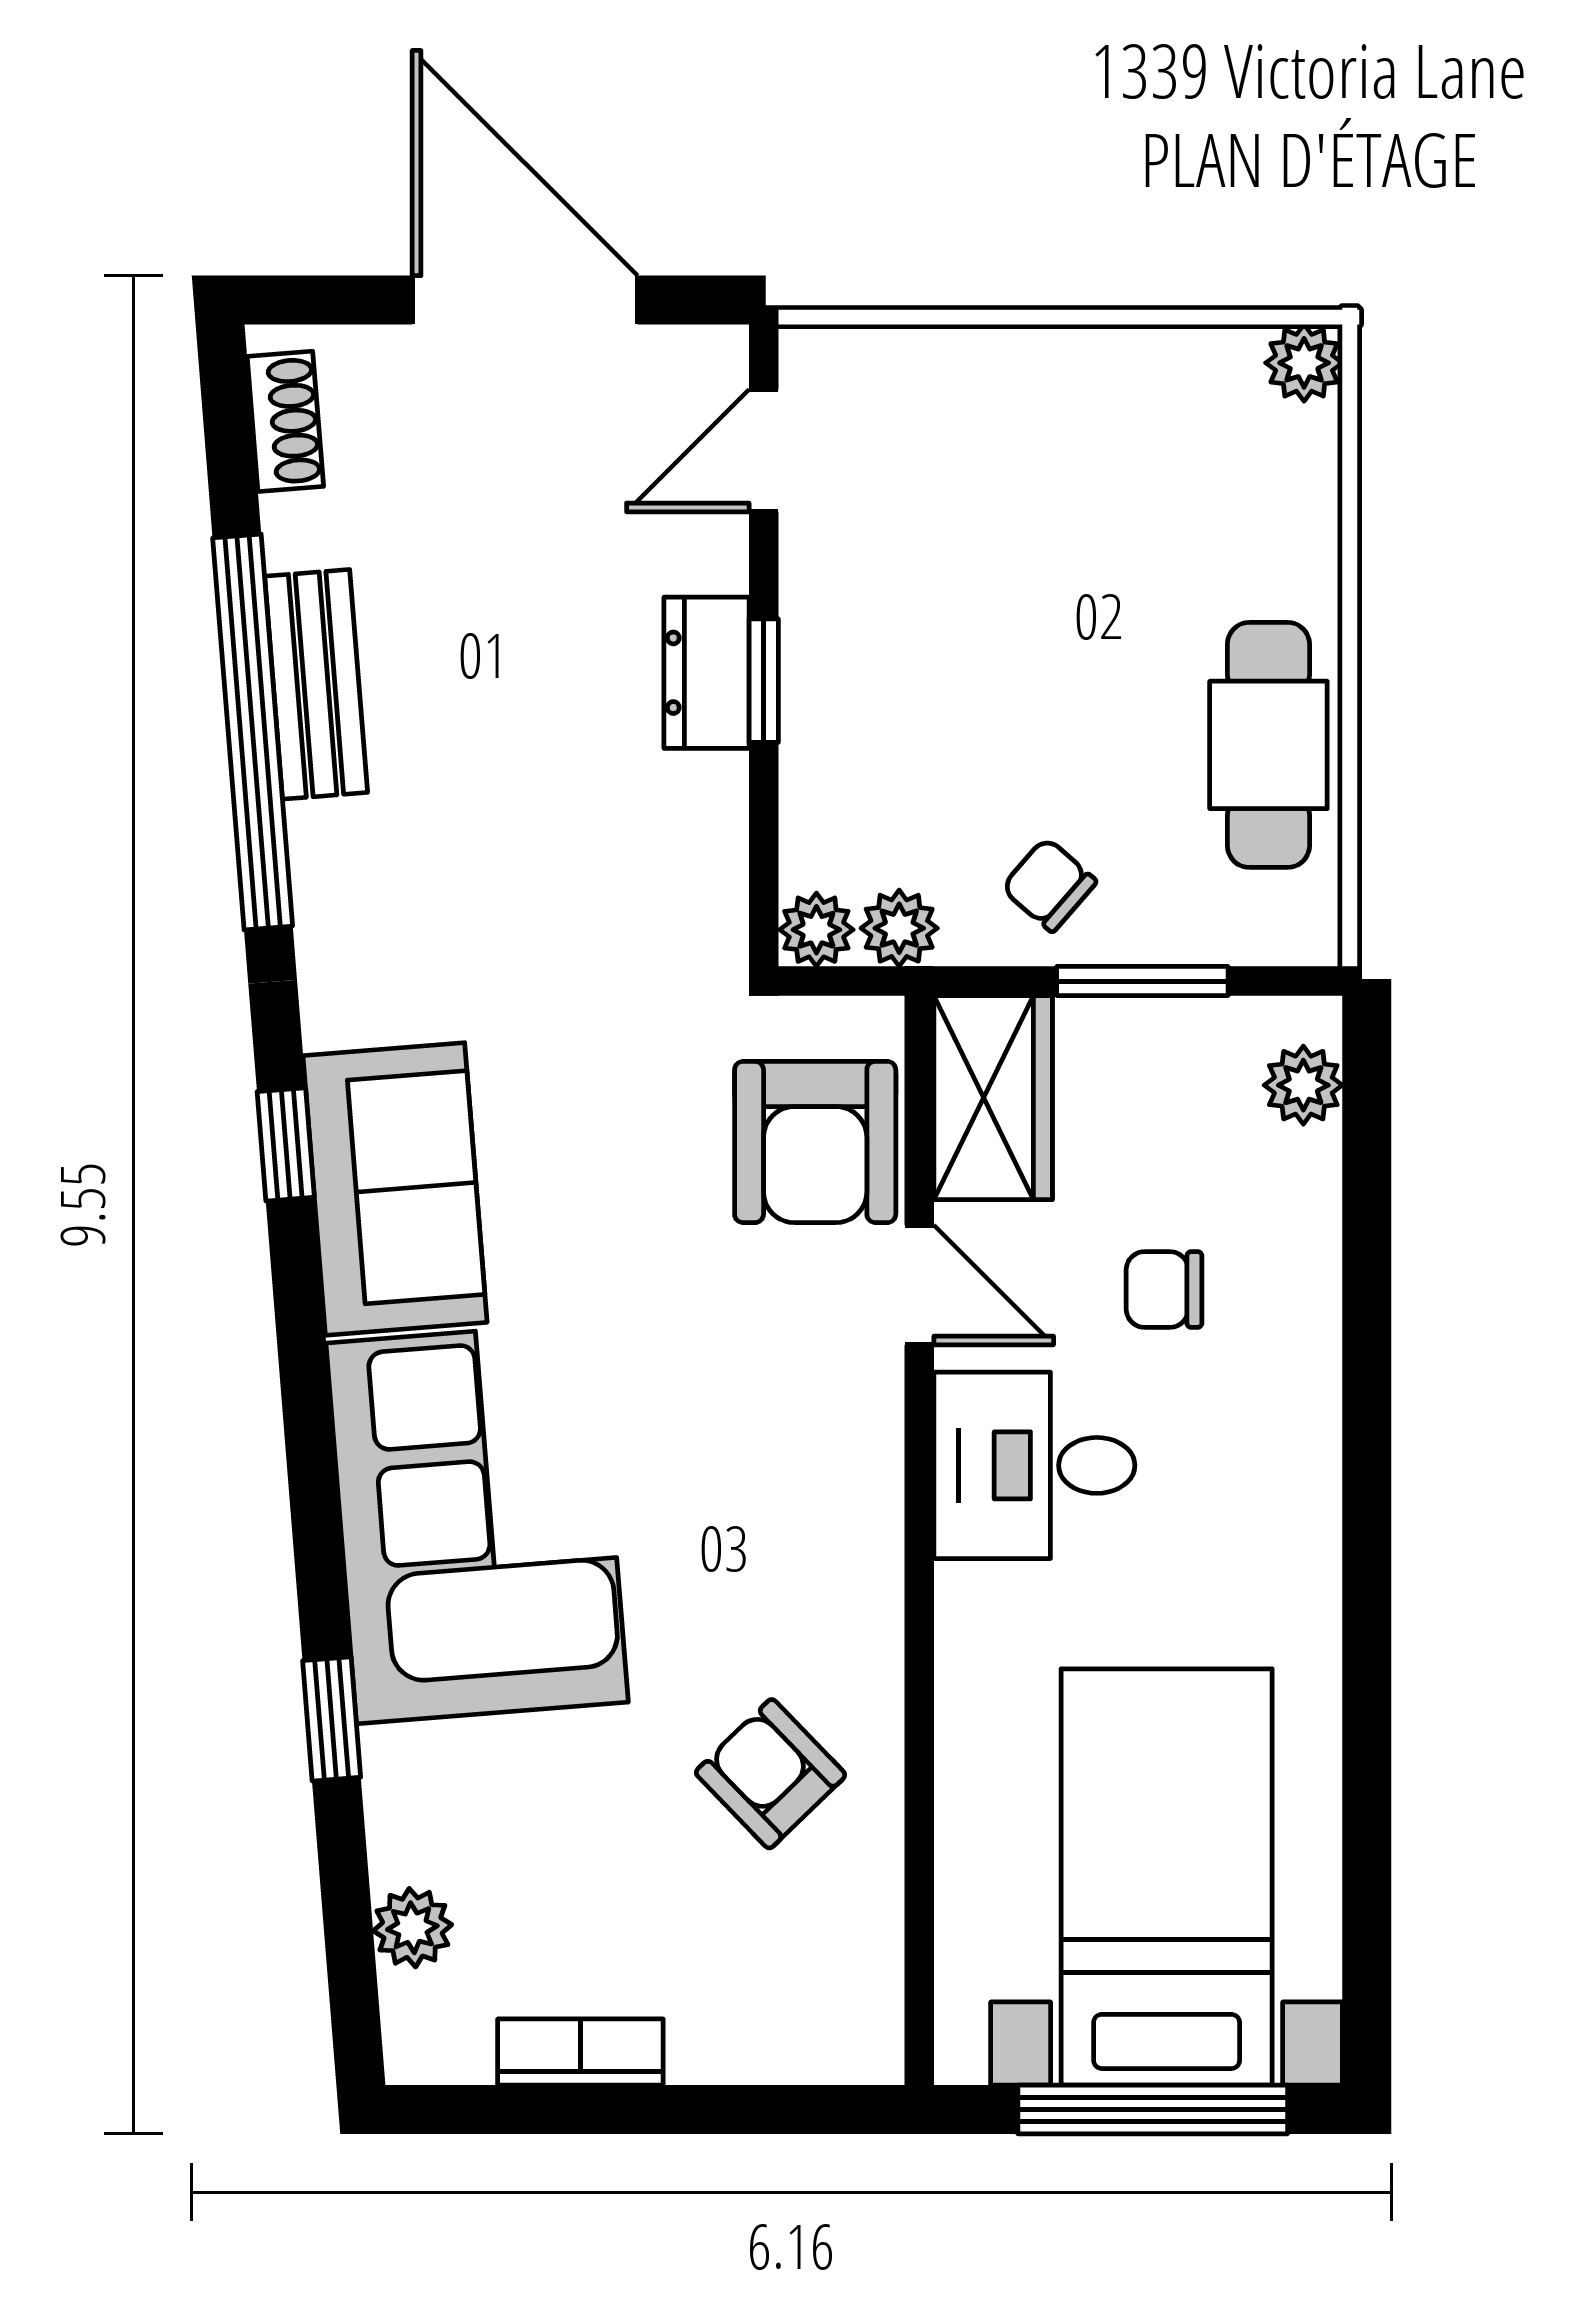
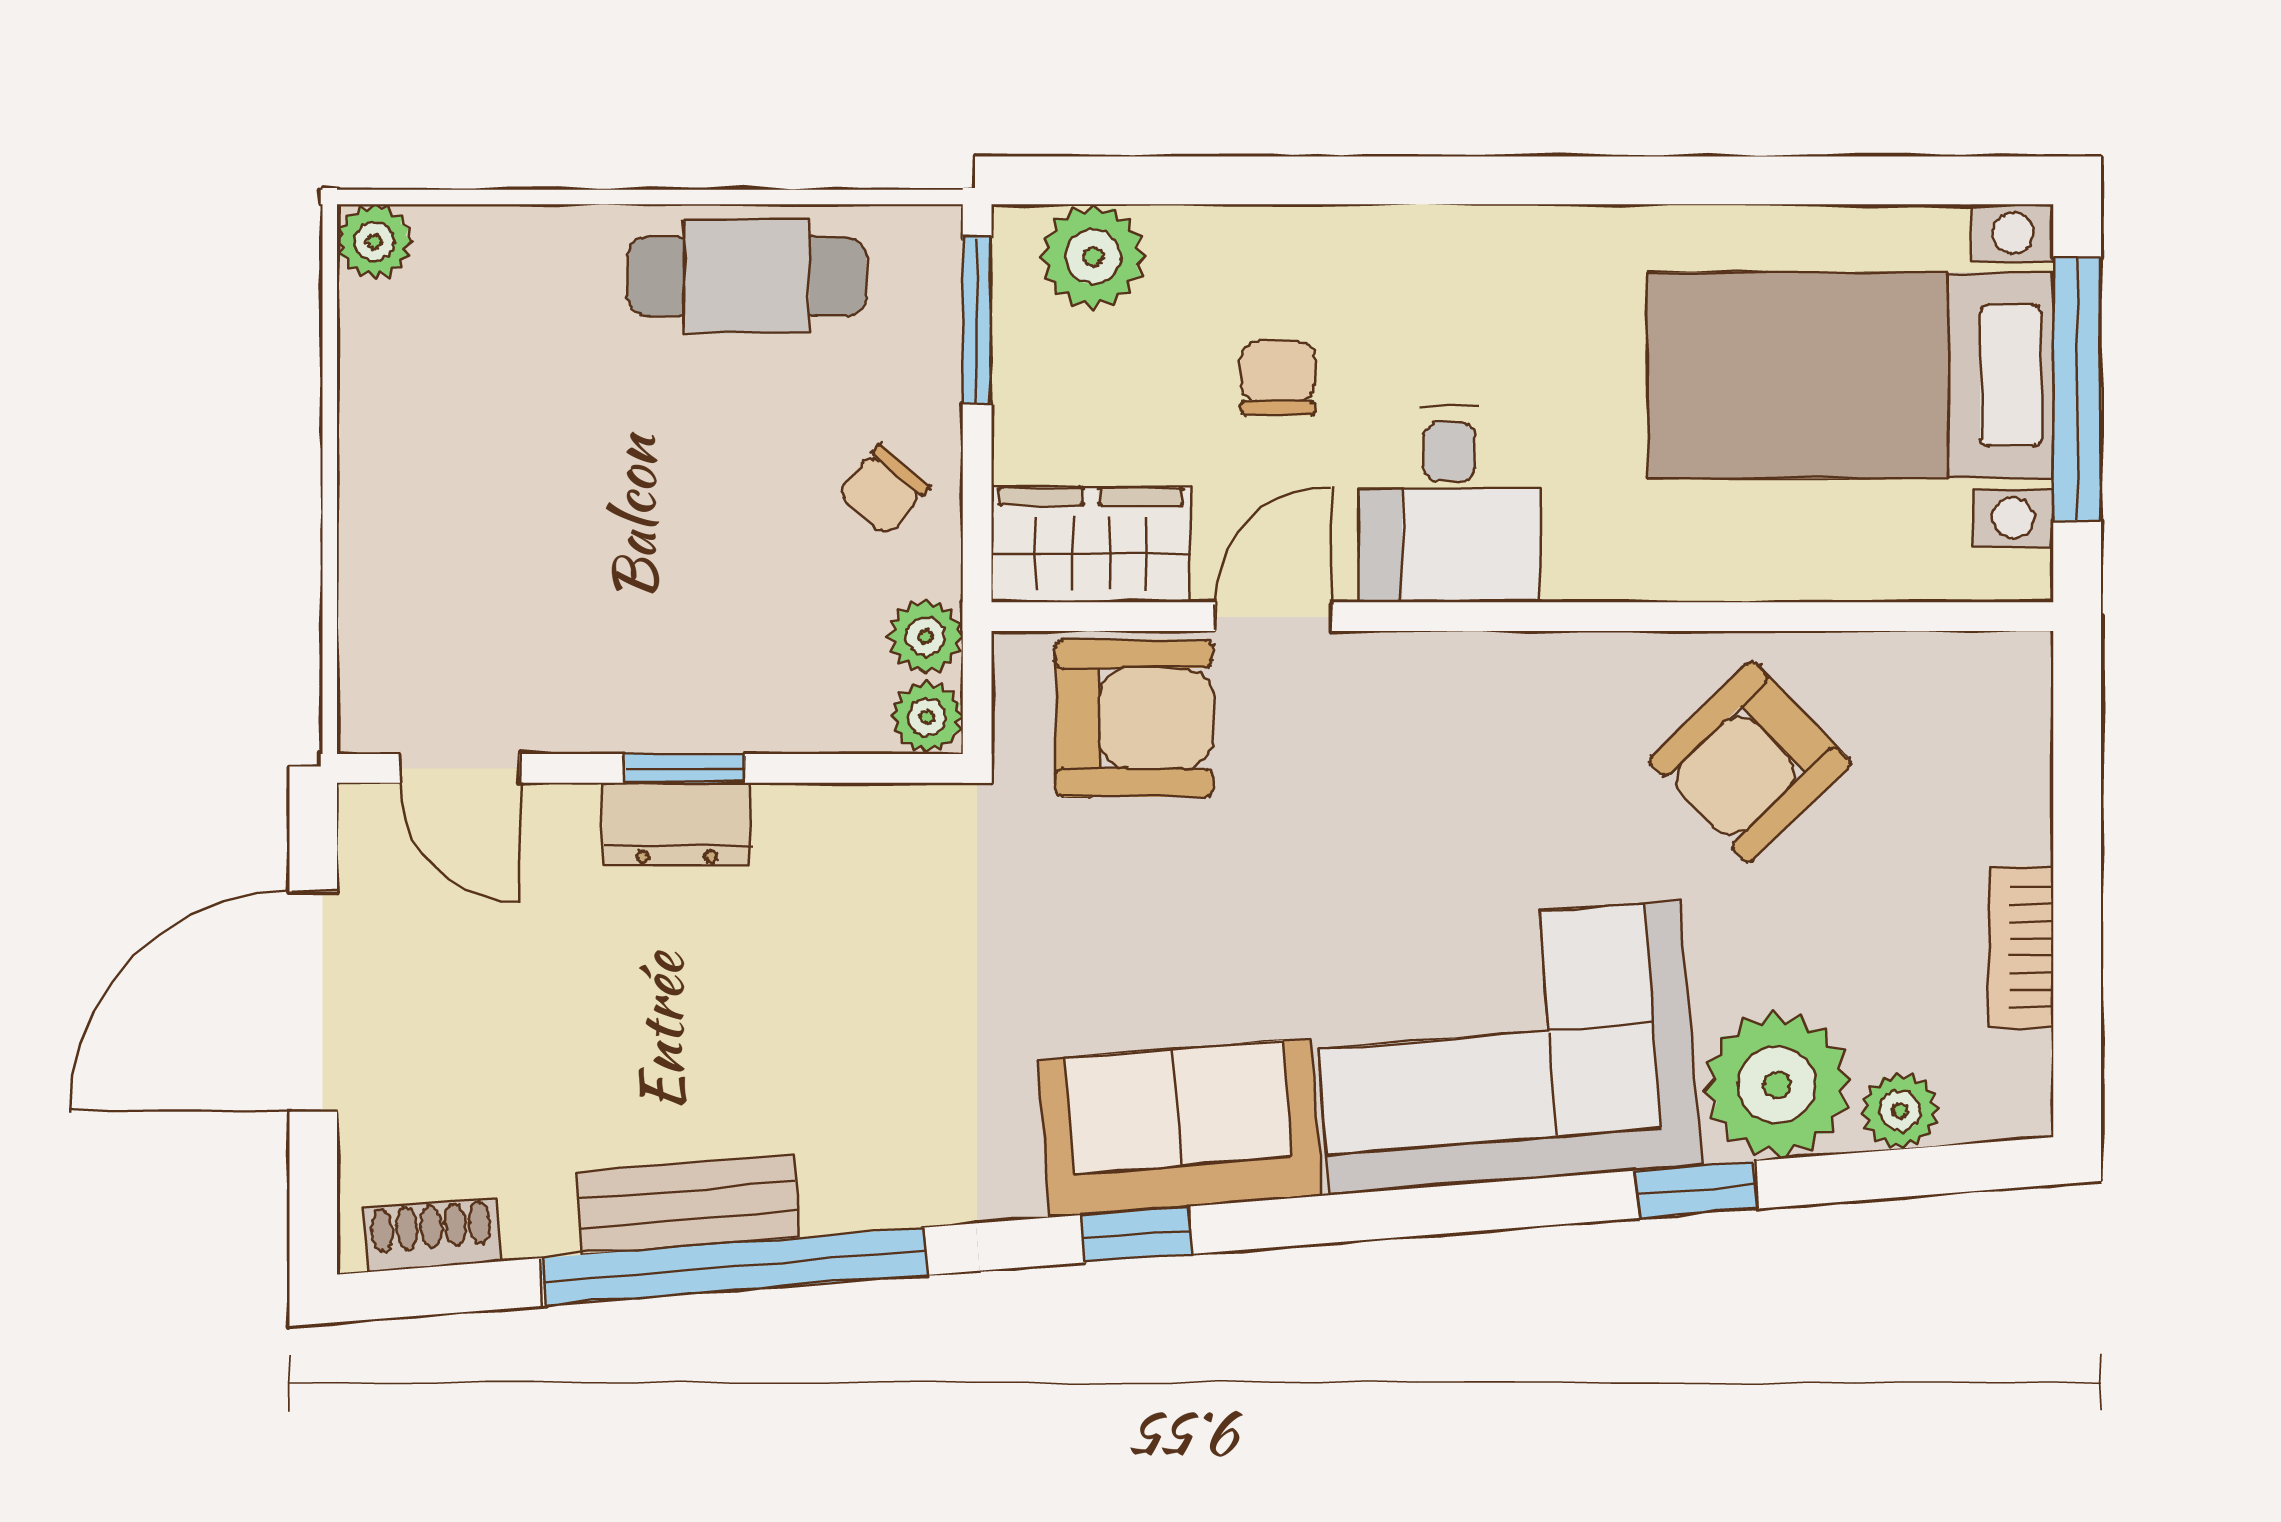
window: (1142, 981) -> (977, 320), moved
plant: (1303, 1085) -> (1093, 257), width x1.38, depth x1.38
chair: (1164, 1289) -> (1278, 378), turned 180
armchair: (770, 1774) -> (1750, 762), width x1.38, depth x1.38
plant: (439, 1802) -> (1777, 1085), added

